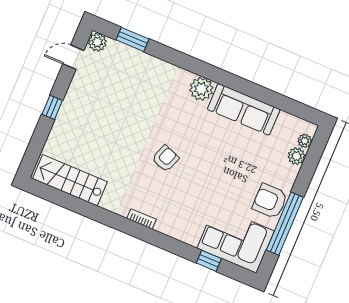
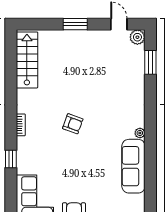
plant: (201, 89) -> (140, 133), width x0.53, depth x0.53
window: (52, 107) -> (75, 24), width x1.50
window: (209, 261) -> (11, 159), moved

